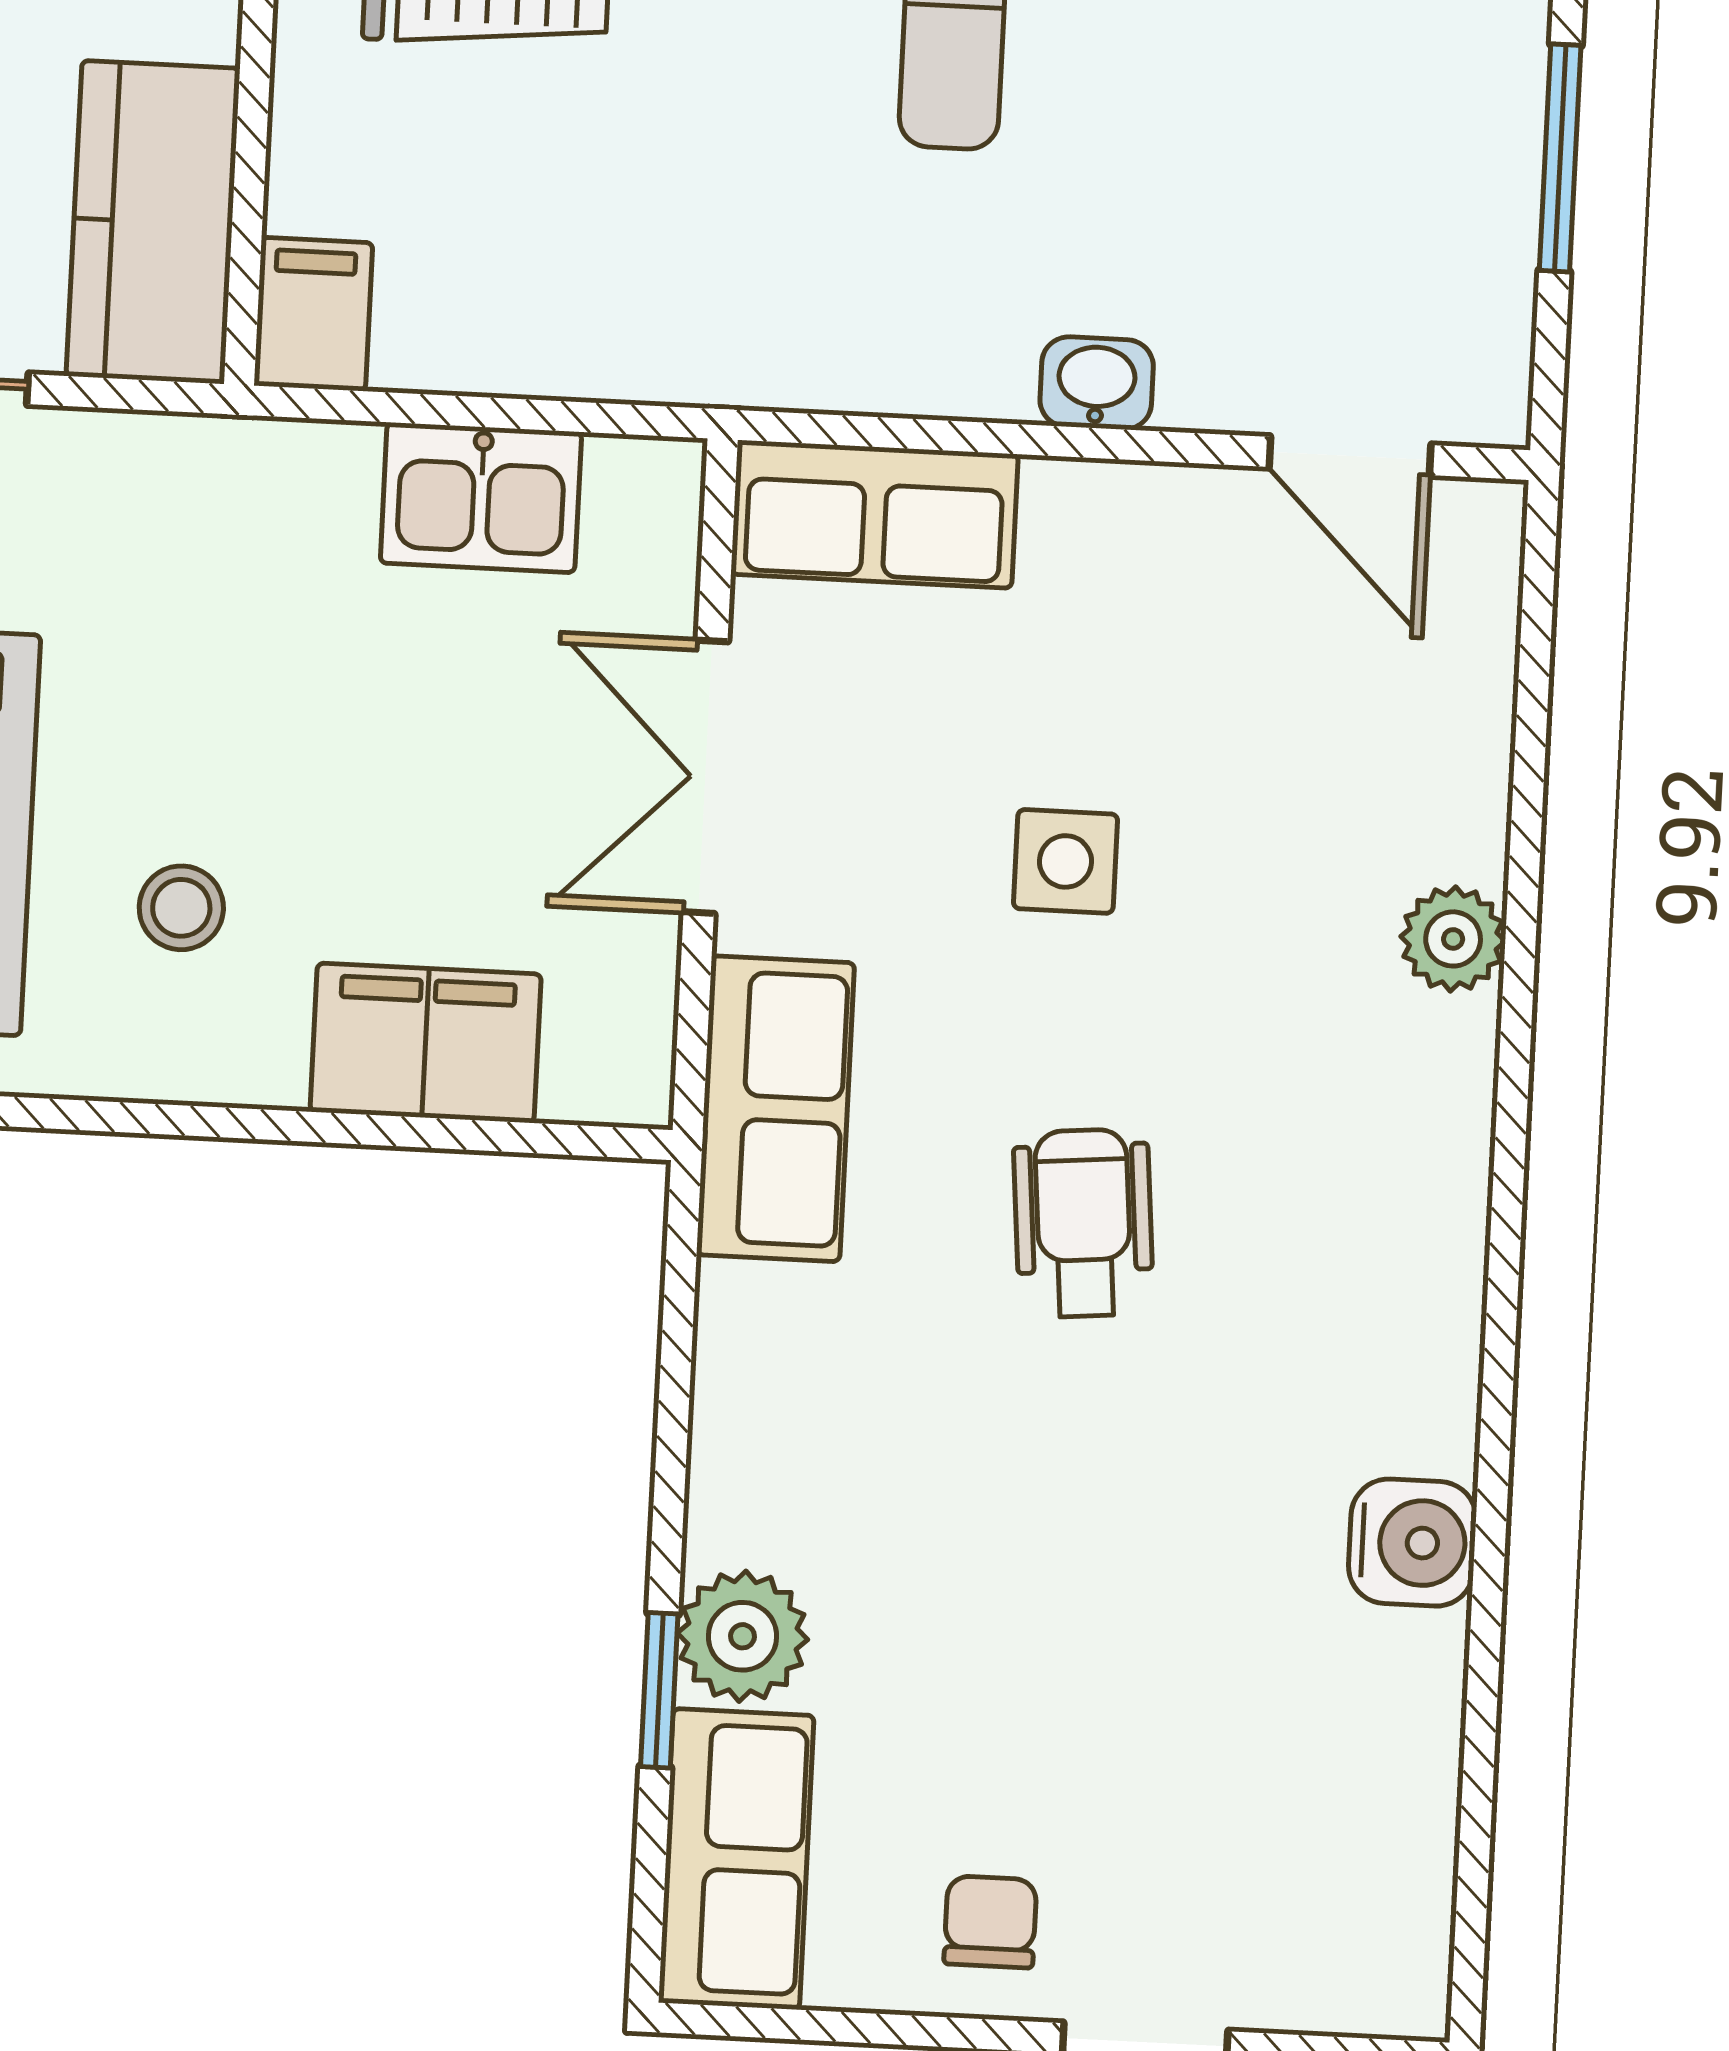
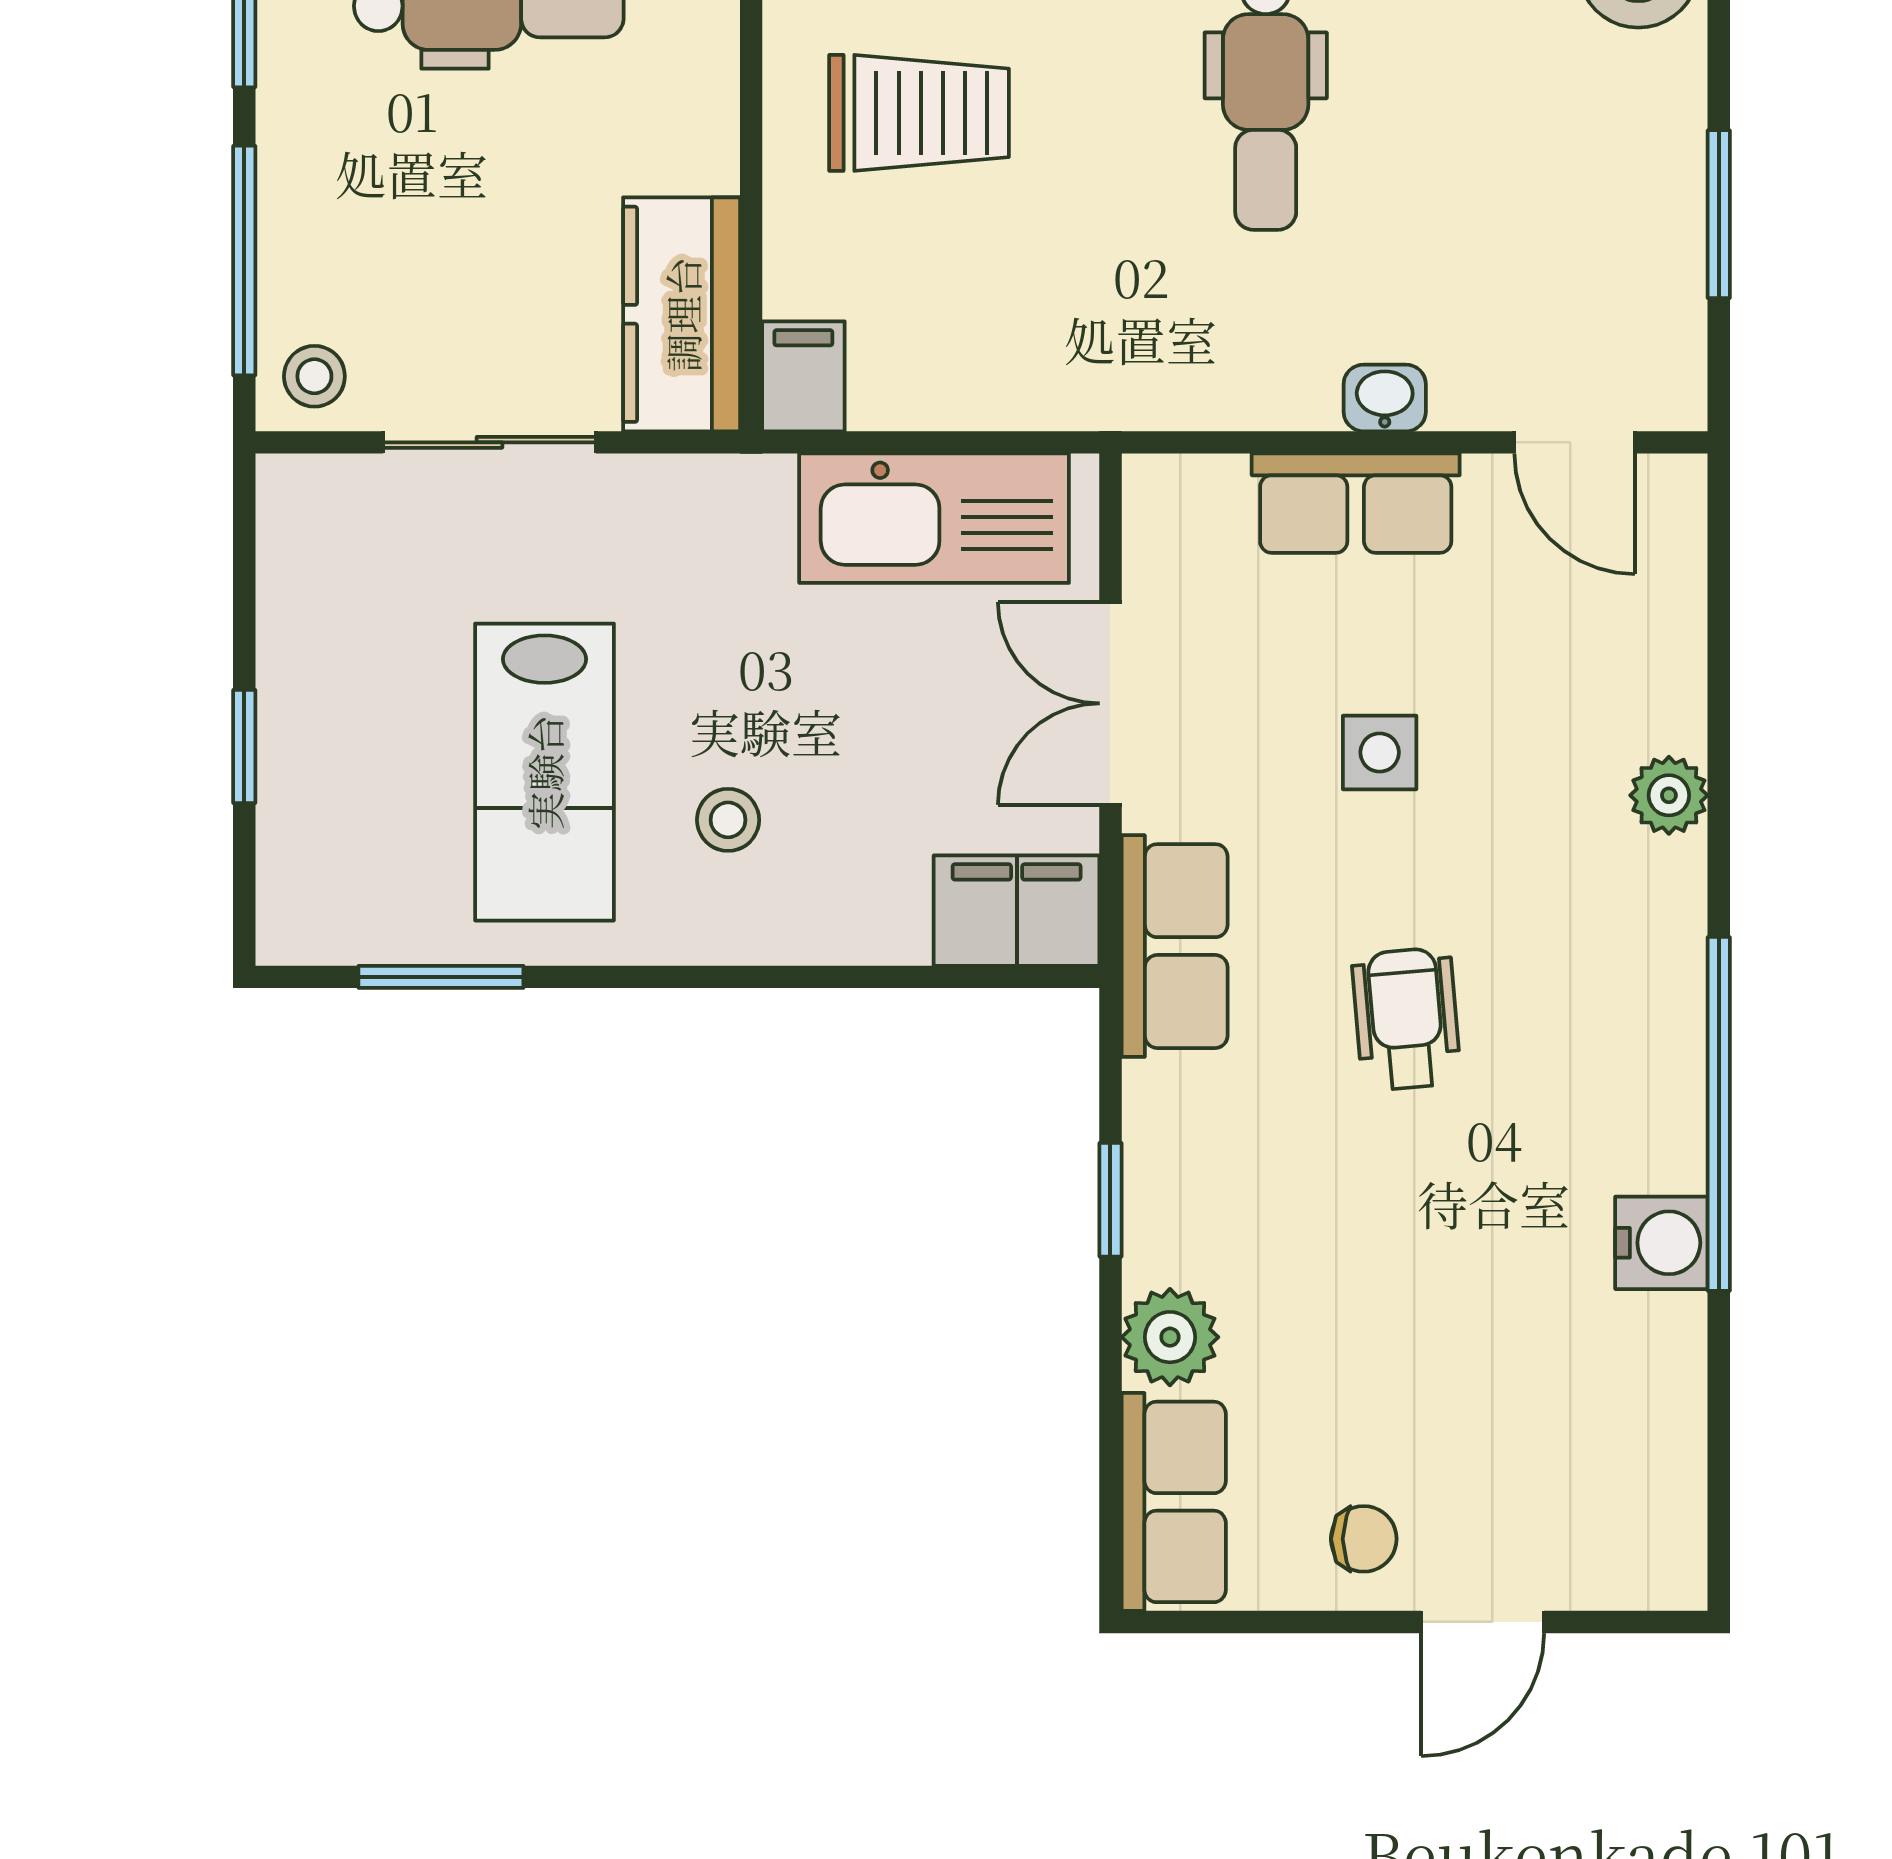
kitchen sink: (481, 498) -> (934, 518), width x1.87, depth x1.24
row of seats: (875, 514) -> (1356, 503), moved
filing cabinet: (426, 1043) -> (1017, 911), moved
window: (1499, 1373) -> (1719, 1114), added
window: (659, 1690) -> (1110, 1200), moved
chair: (990, 1922) -> (1364, 1539), turned 90

